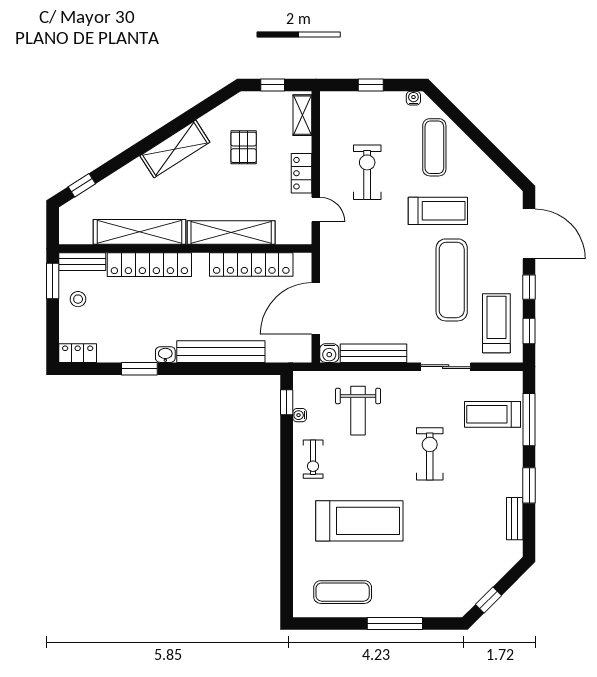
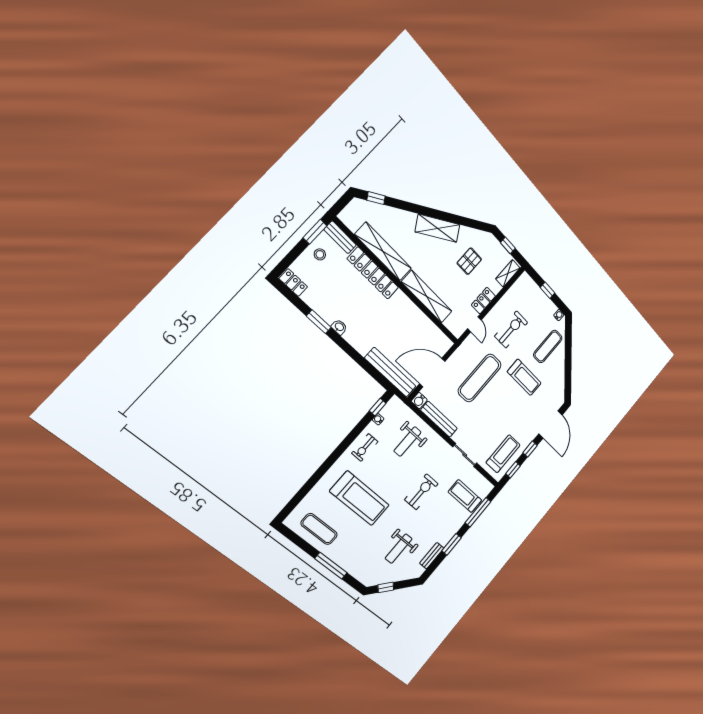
locker: (251, 265) -> (422, 322), removed
exercise mat: (452, 280) -> (480, 378), moved
bench: (221, 352) -> (390, 372), moved
weight bench: (462, 542) -> (399, 549), added

